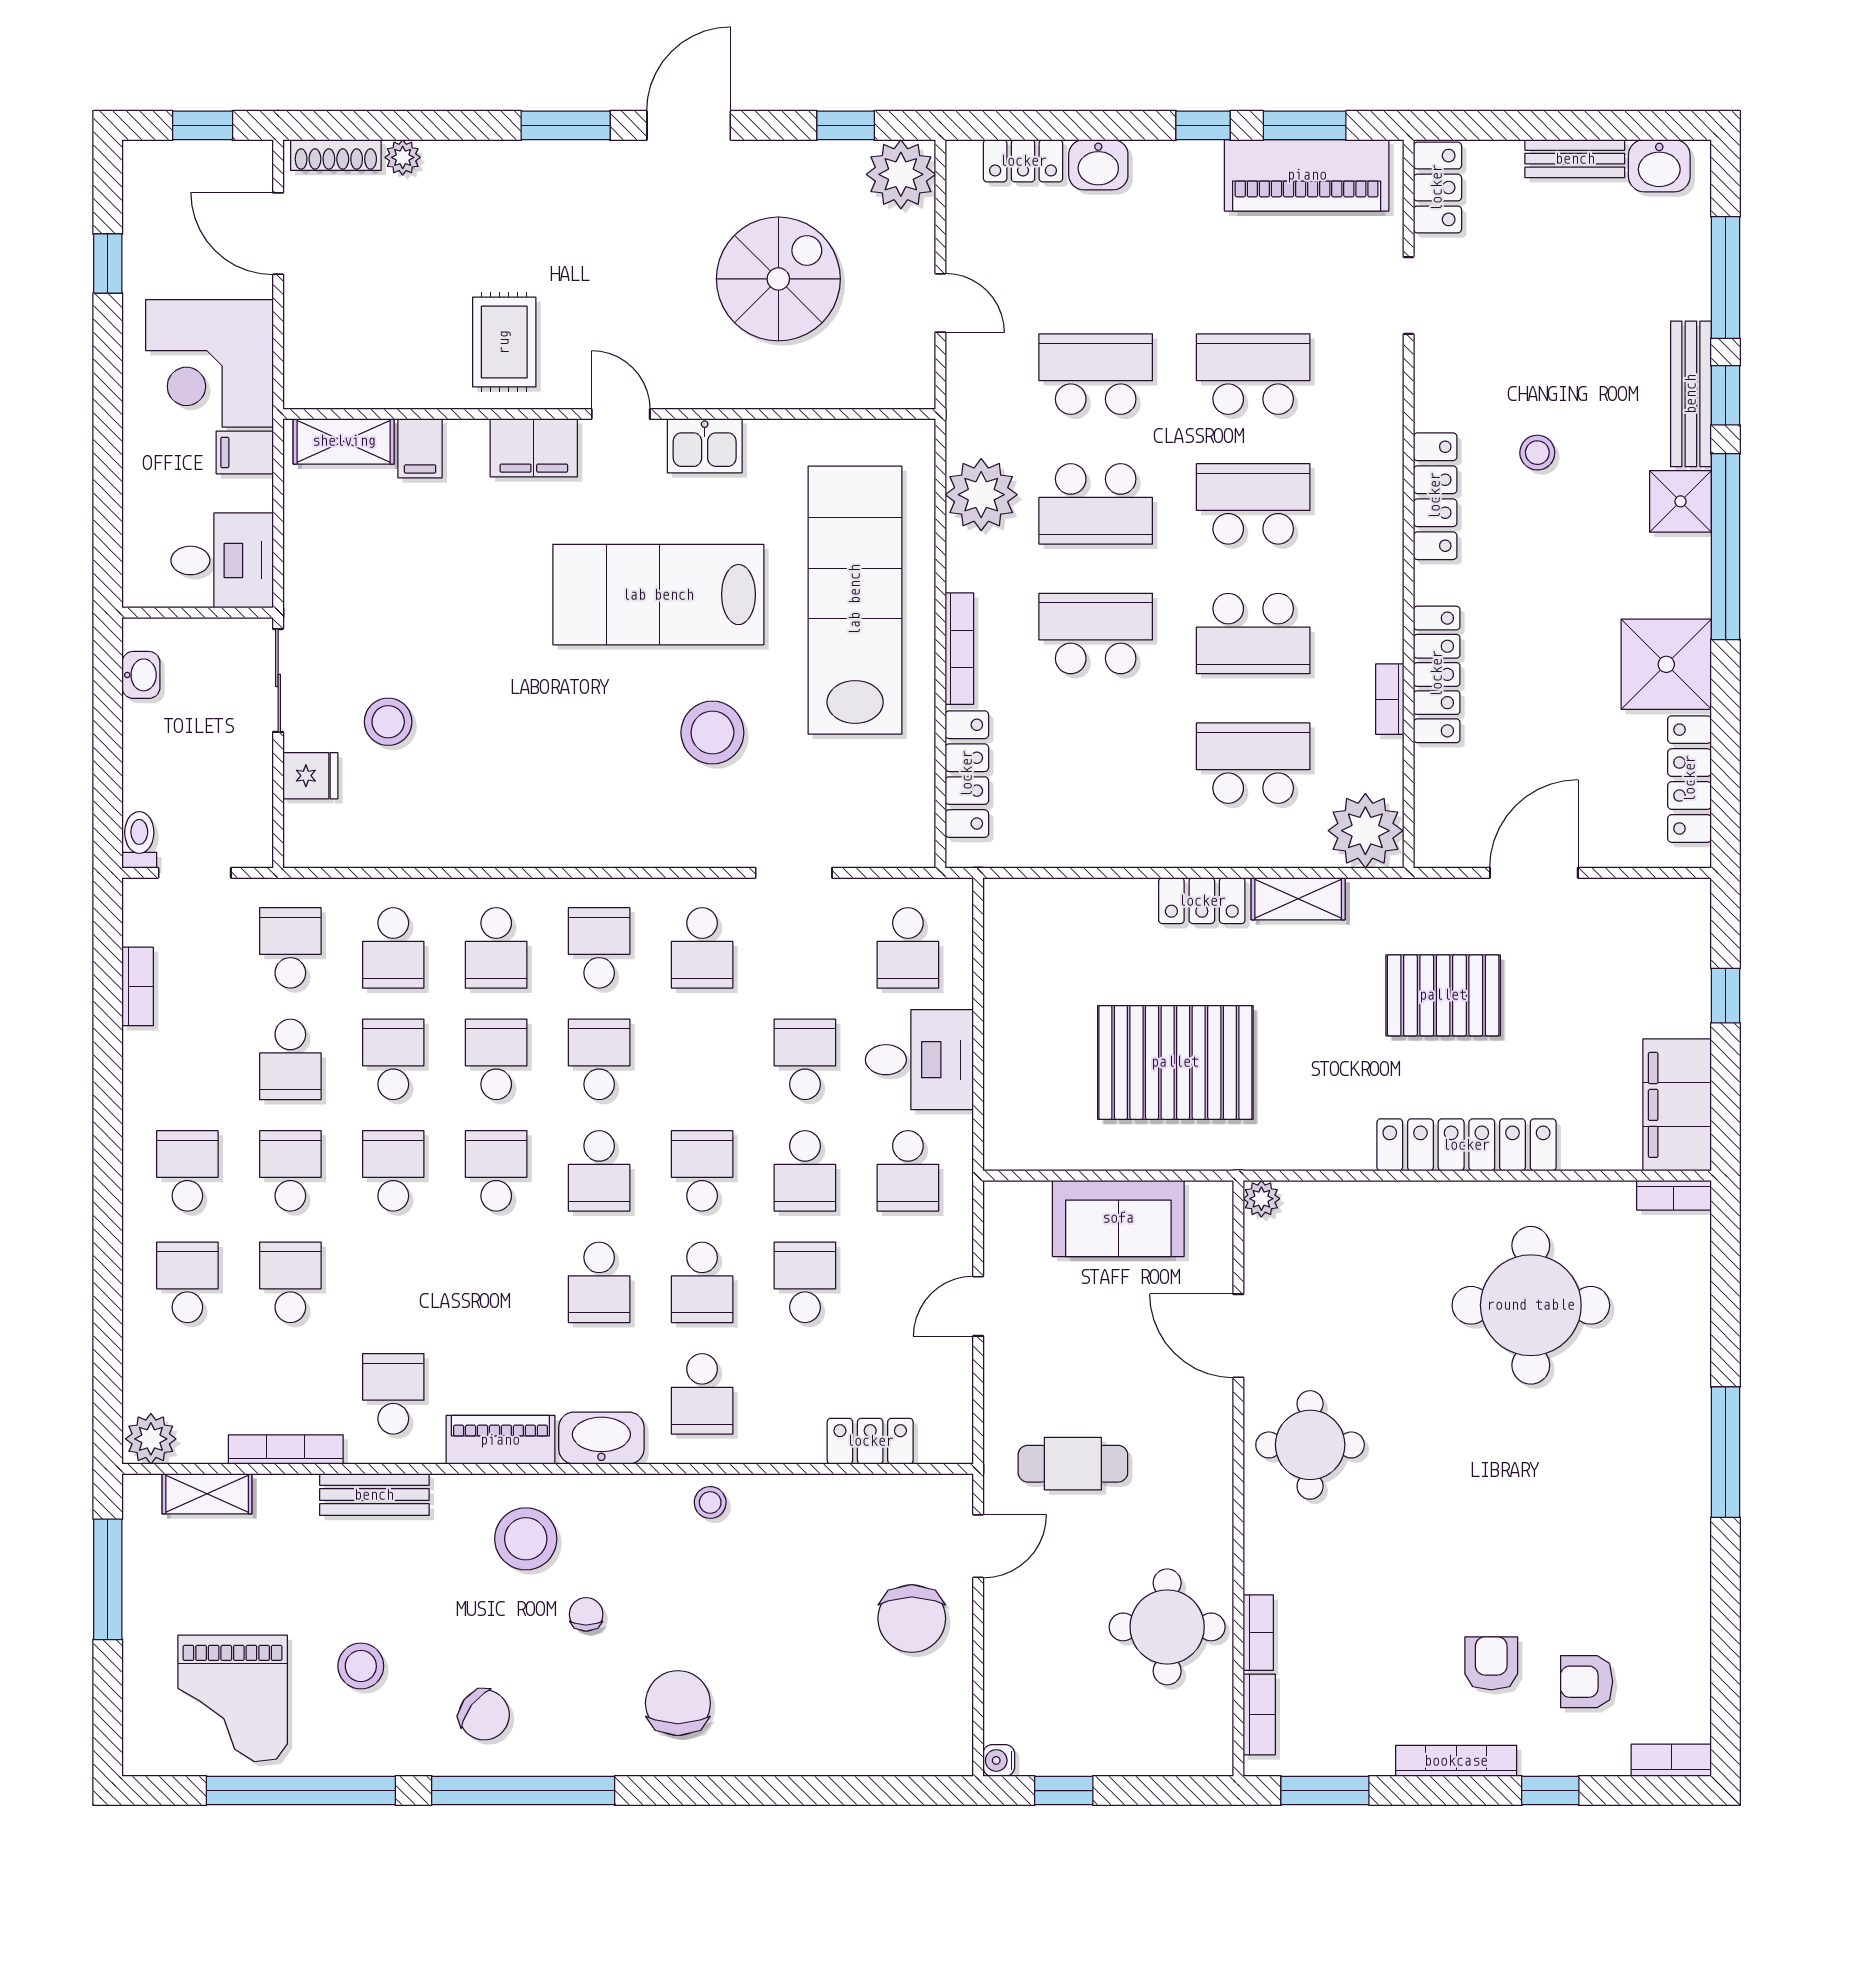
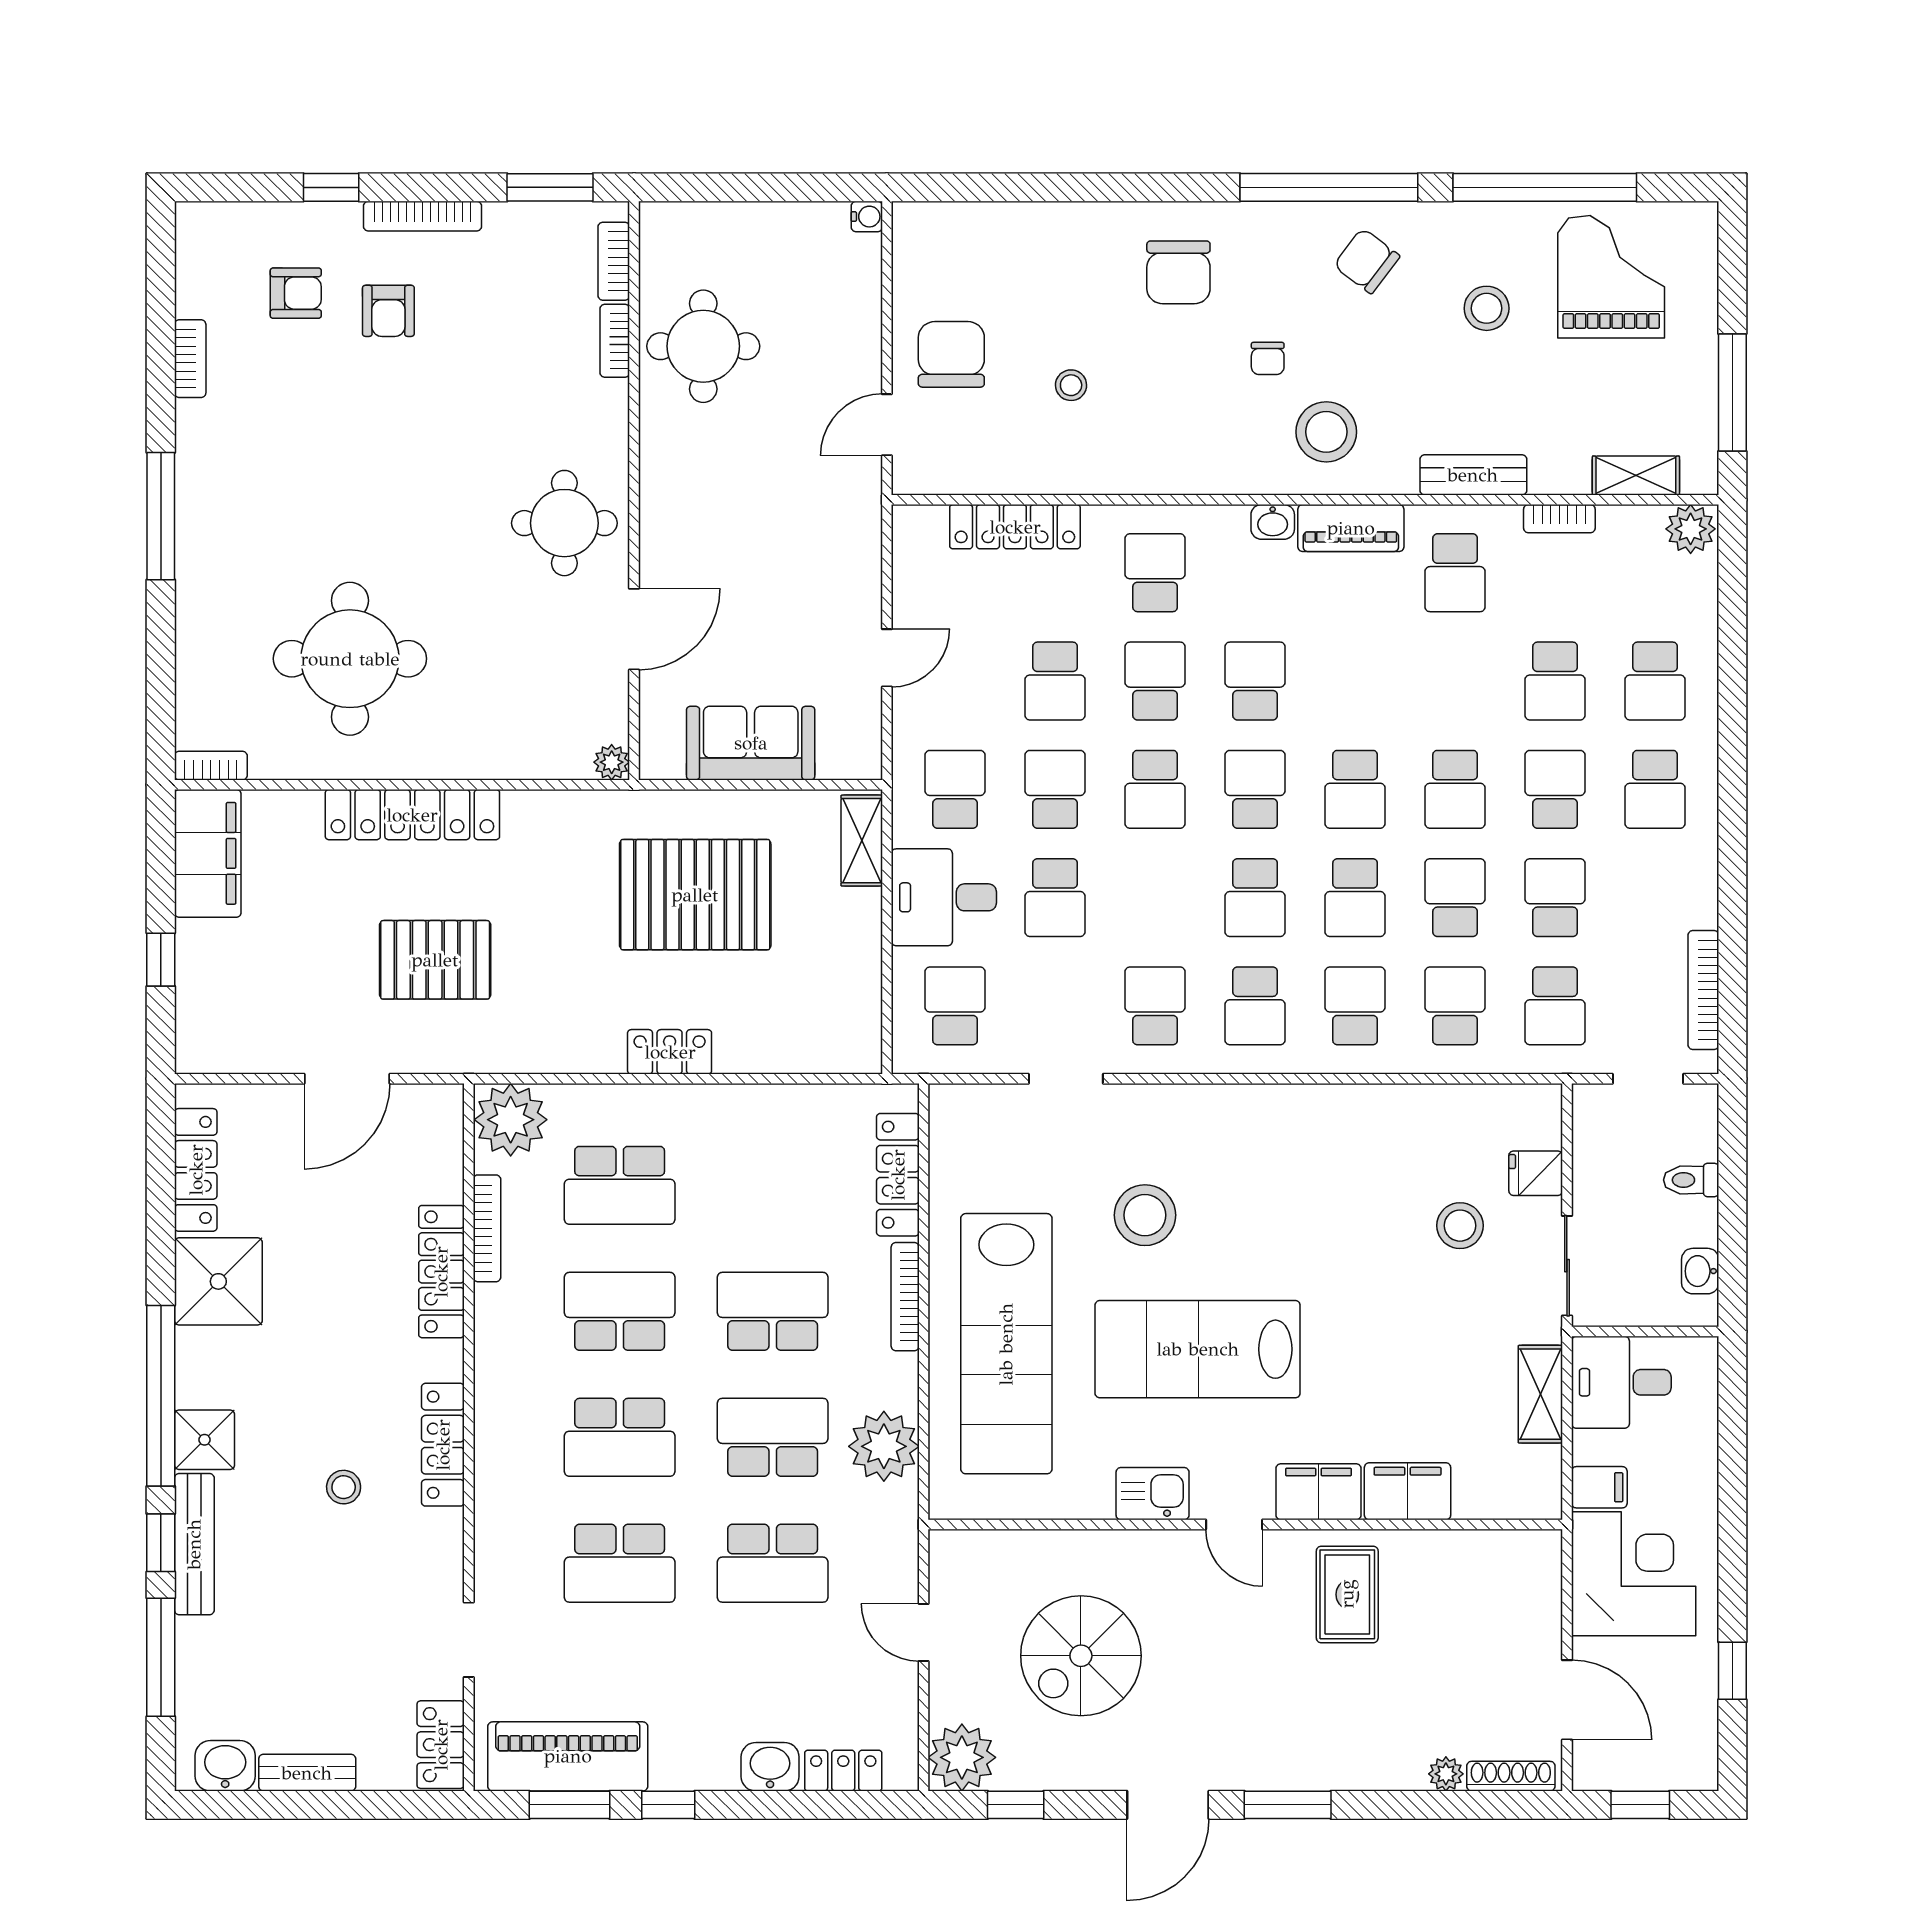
shelving: (344, 441) -> (1540, 1394), moved, turned 90
filing cabinet: (420, 448) -> (1408, 1491), width x2.00
lab bench: (658, 595) -> (1198, 1349), turned 180
school desk: (1096, 634) -> (773, 1311), turned 180
bookcase: (1390, 699) -> (487, 1228), width x1.56
toilet: (139, 840) -> (1691, 1180), moved, turned 90
shelving: (1298, 899) -> (862, 841), moved, turned 90
bookcase: (138, 986) -> (1703, 990), width x1.56
school desk: (393, 1059) -> (1455, 898), turned 180
school desk: (290, 1171) -> (1555, 789), turned 180
door: (1238, 1336) -> (634, 629), hinge flipped
washbasin: (601, 1438) -> (1273, 522), width x0.52, depth x0.69
locker: (870, 1441) -> (1015, 527), width x1.53
bookcase: (286, 1449) -> (1559, 519), width x0.64
cafe table: (1073, 1464) -> (795, 505), removed
stool: (710, 1502) -> (1071, 385), moved
bookcase: (1671, 1760) -> (190, 359), moved, turned -90
window: (1064, 1791) -> (804, 187), removed

